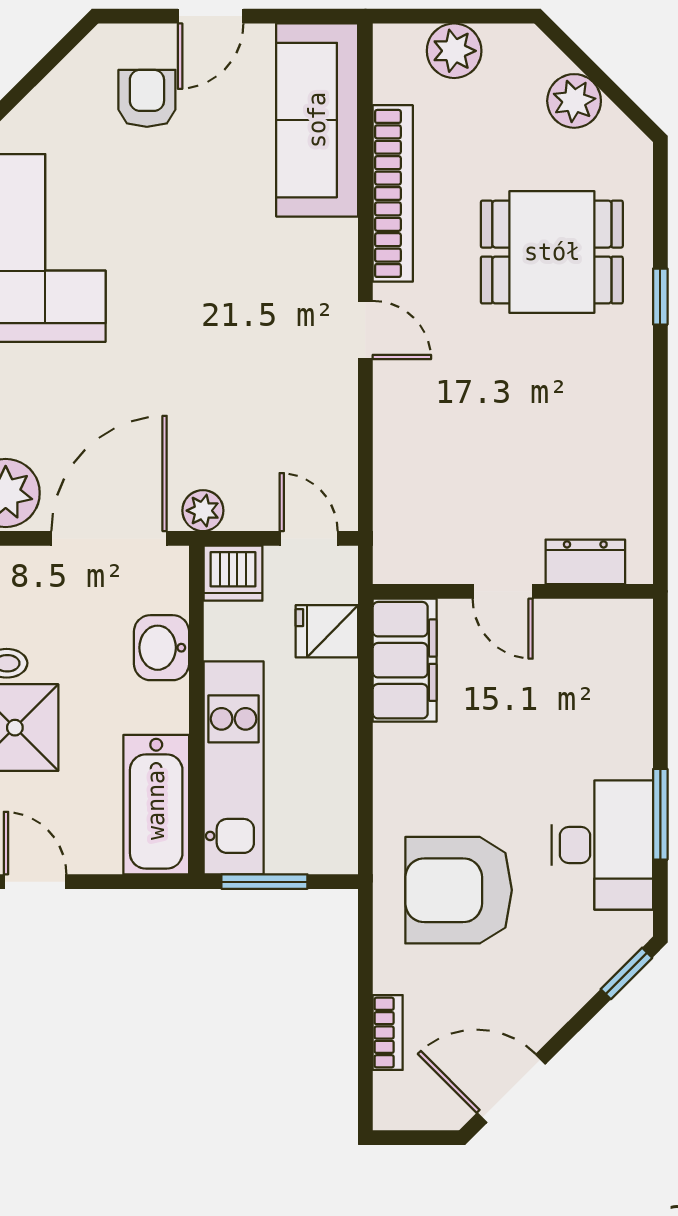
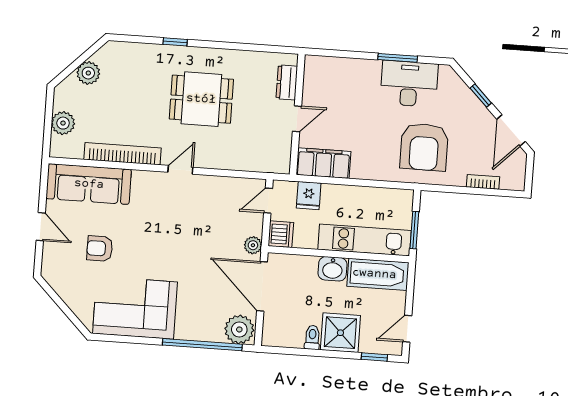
armchair: (147, 98) -> (100, 248), moved
dining table: (552, 252) -> (201, 99), moved, turned 90
washbasin: (161, 648) -> (332, 269), moved
window: (626, 973) -> (481, 96), moved

